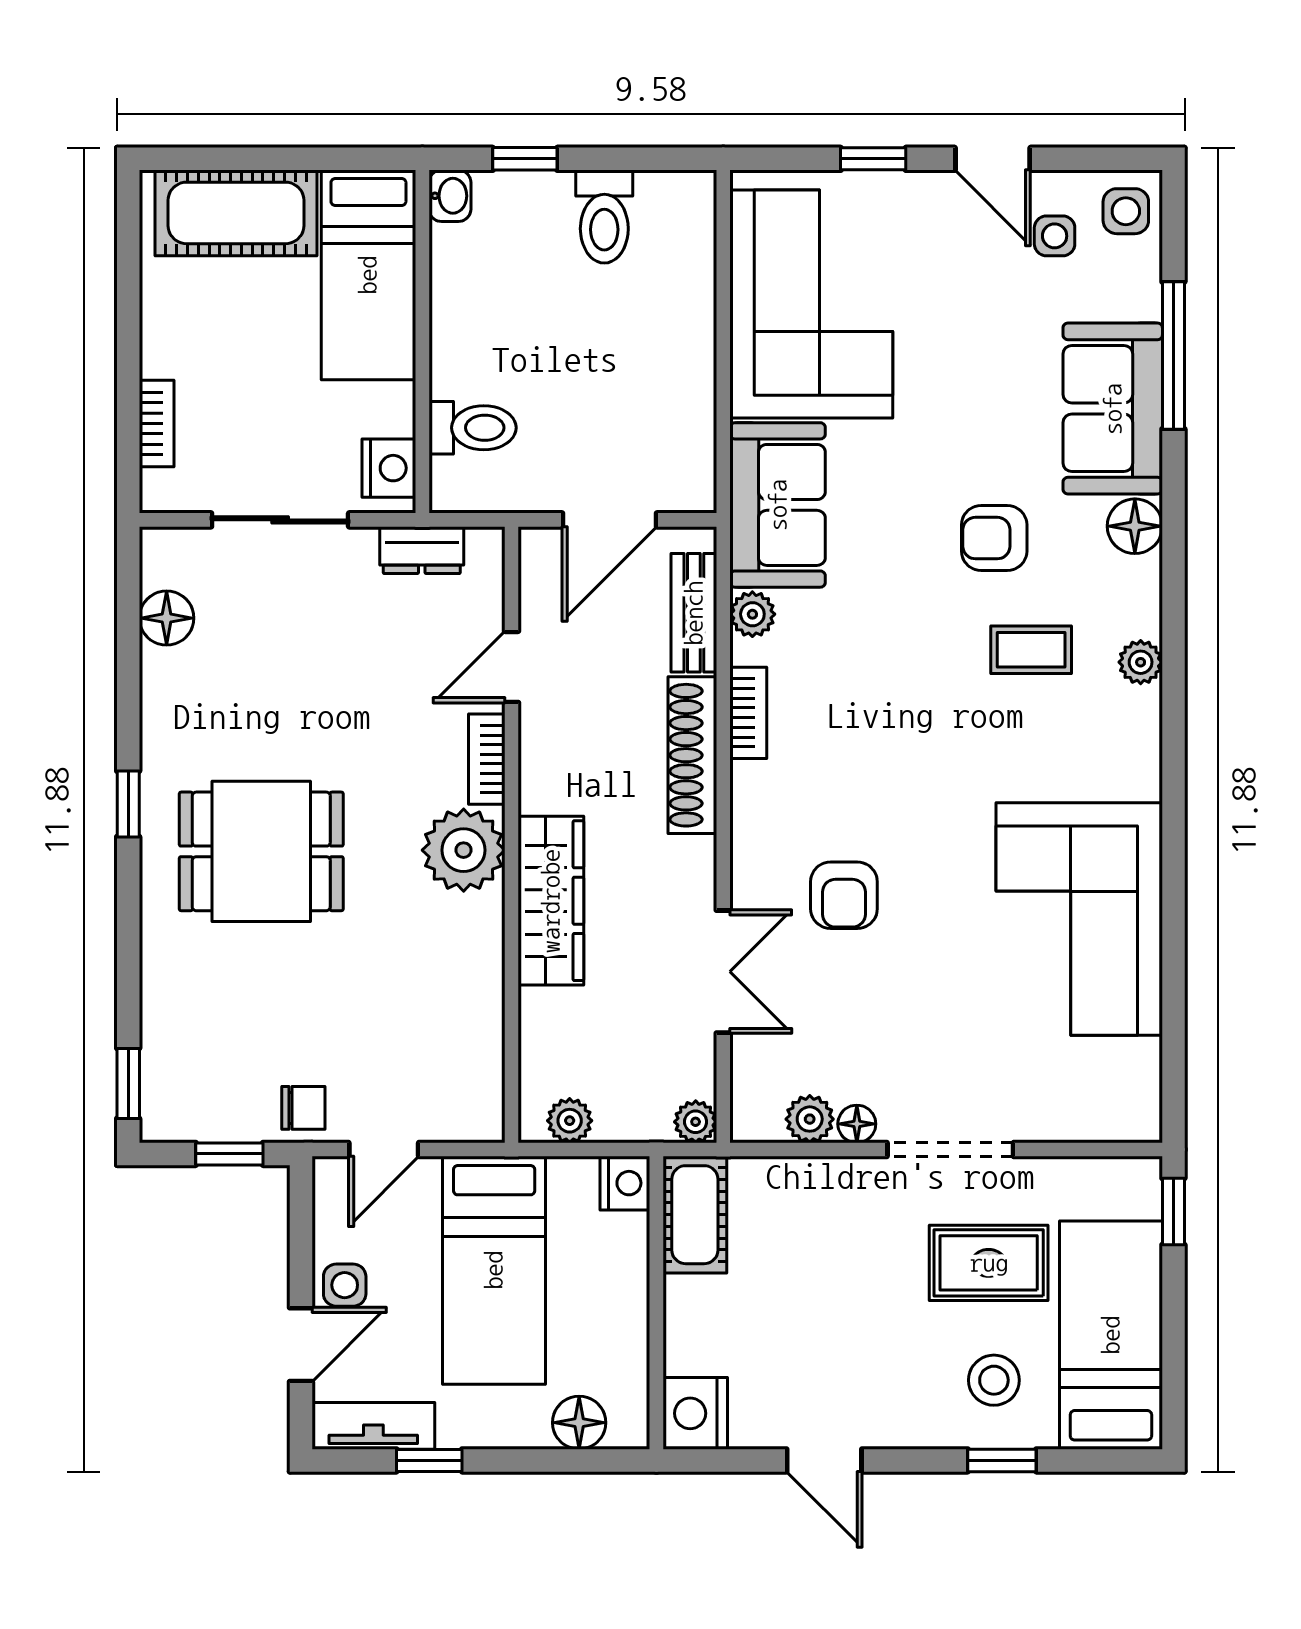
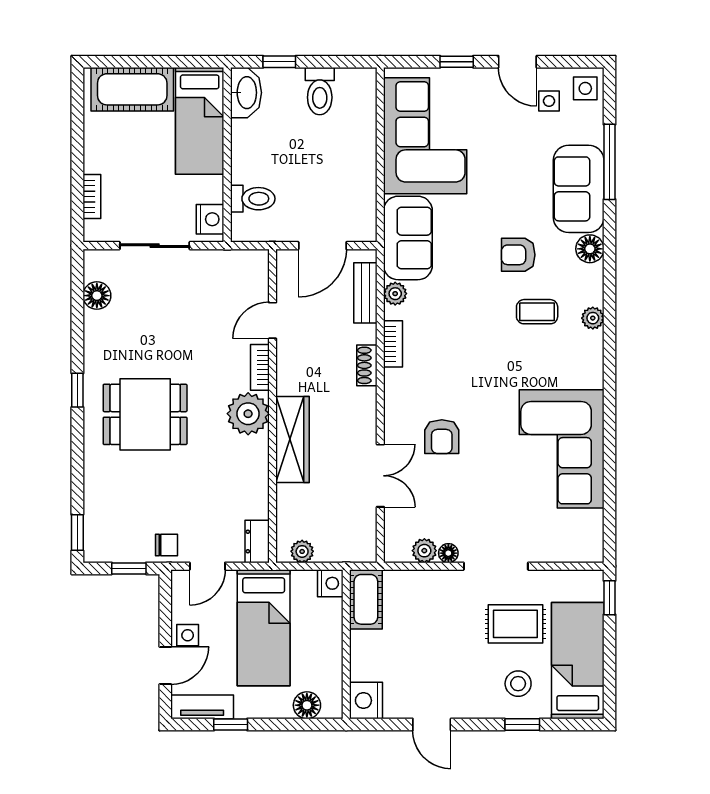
washbasin: (450, 196) -> (246, 93), width x1.91, depth x1.45
dresser: (422, 550) -> (257, 541), moved, turned 90
shoe rack: (692, 755) -> (367, 365), width x0.51, depth x0.81
plant: (696, 1122) -> (366, 552), removed

